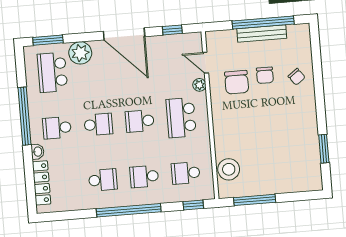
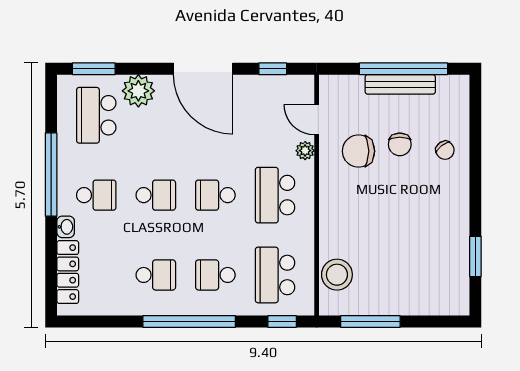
chair: (237, 82) -> (359, 151), turned 90
school desk: (57, 128) -> (96, 195), turned 180
school desk: (186, 173) -> (275, 275), width x1.85

